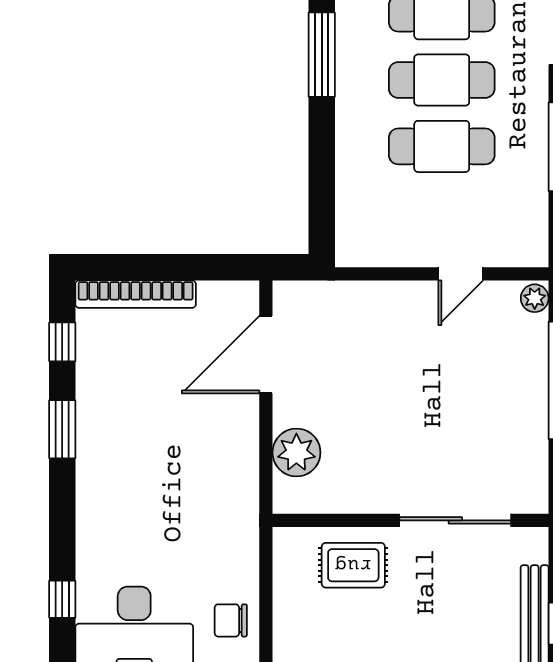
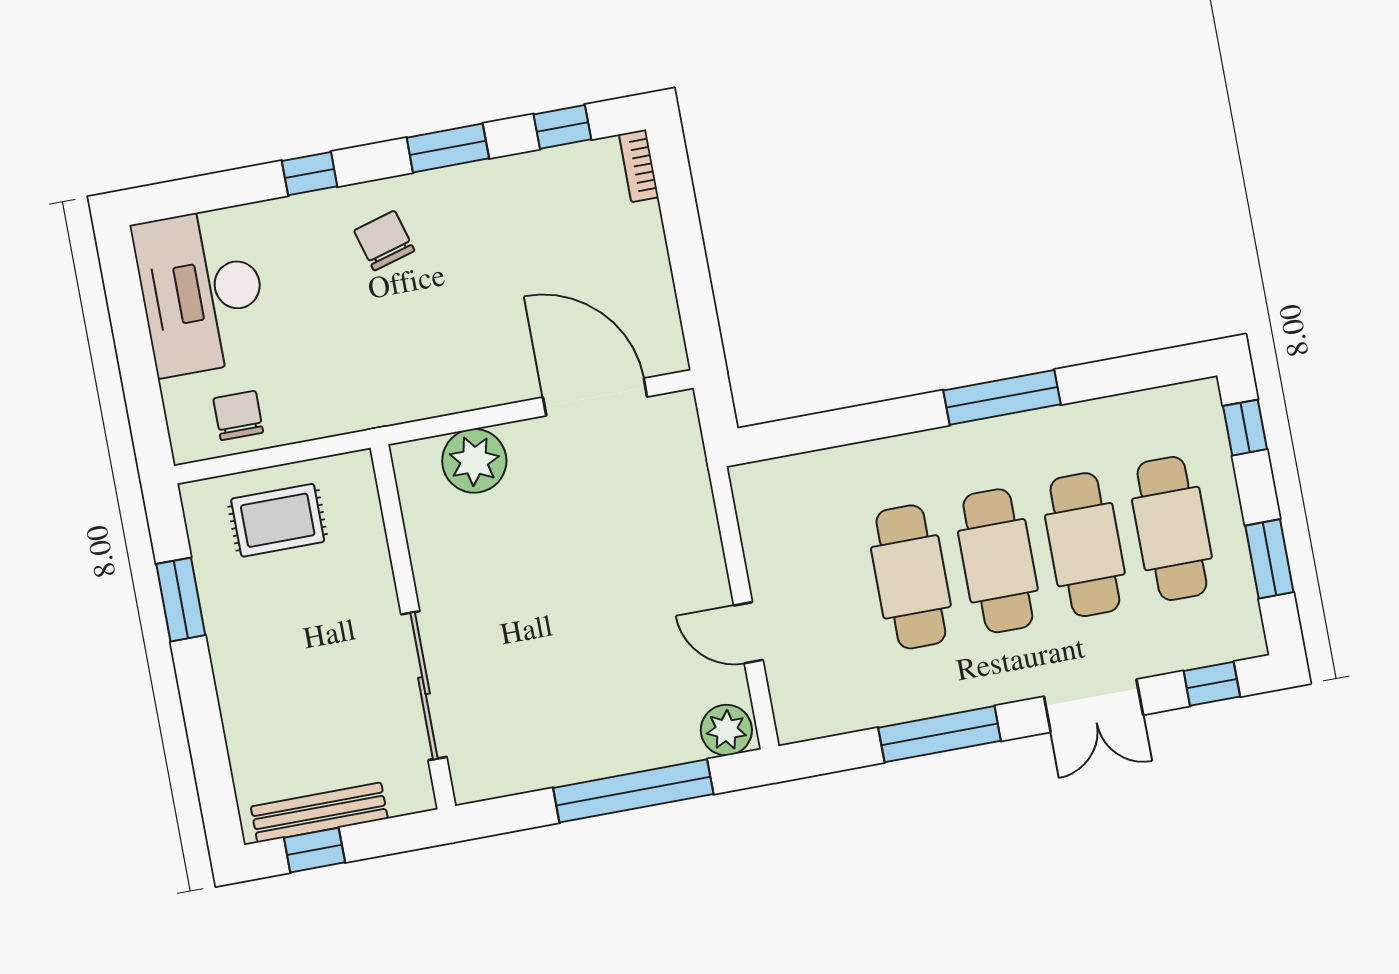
bookcase: (136, 294) -> (639, 166), width x0.43, depth x0.76
plant: (535, 298) -> (726, 730), width x1.38, depth x1.38
chair: (122, 489) -> (384, 241), added
rug: (353, 565) -> (278, 520), moved, turned 90
window: (62, 599) -> (310, 174), moved

